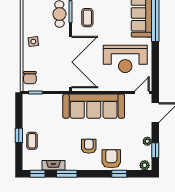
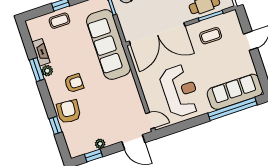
reception desk: (125, 59) -> (180, 91), turned 180
sofa: (94, 106) -> (109, 45), moved
armchair: (111, 159) -> (69, 112), turned -85
plant: (145, 165) -> (47, 71), moved
window: (38, 174) -> (26, 38), removed

